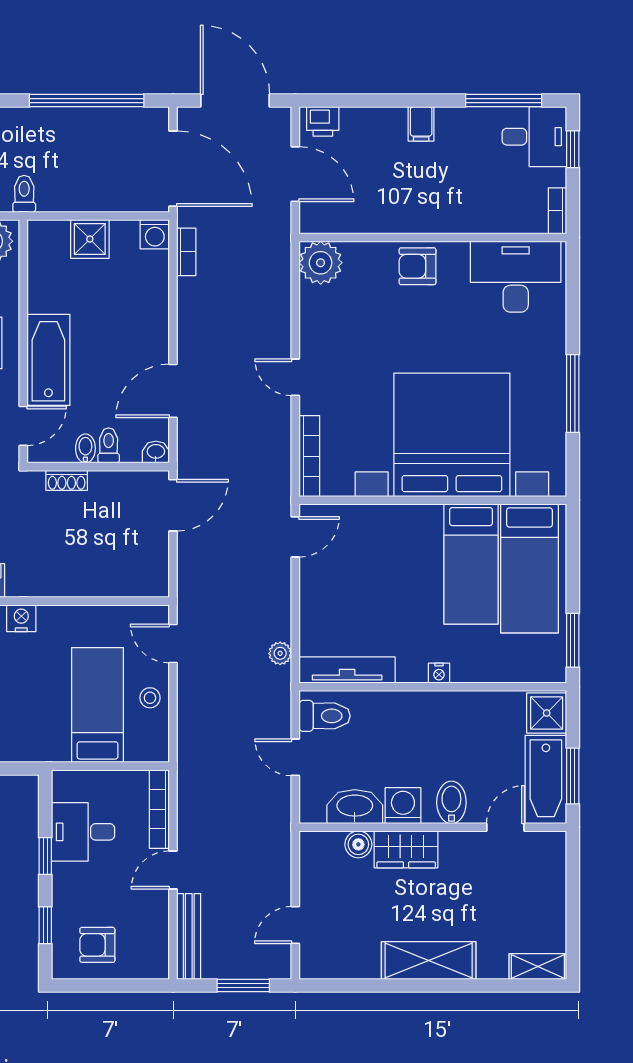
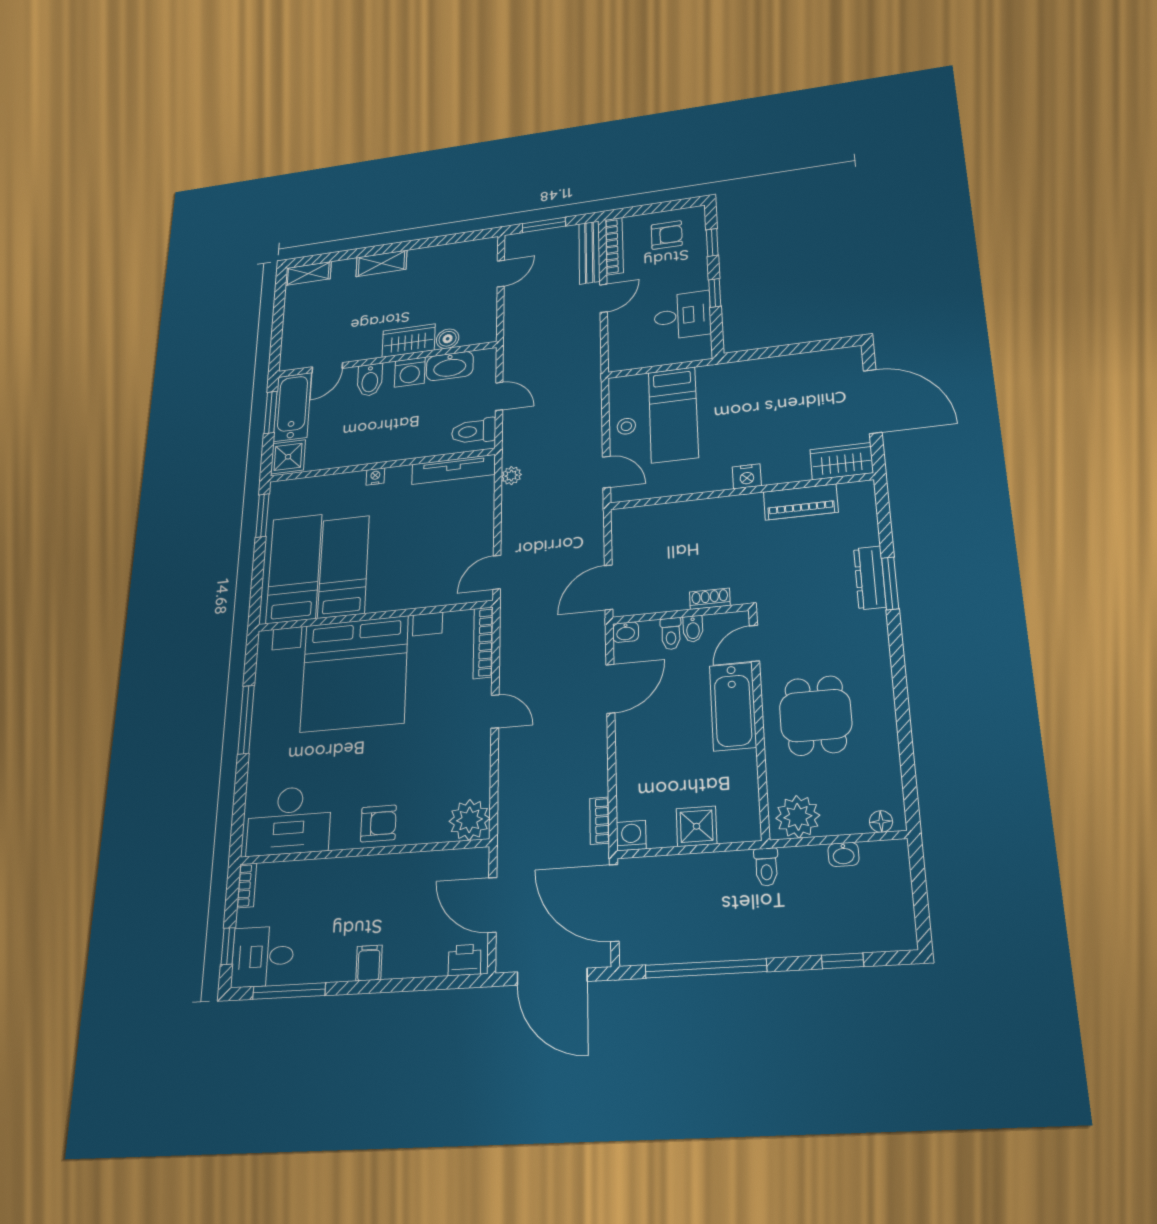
bookcase: (159, 809) -> (614, 246), moved
shelving: (429, 961) -> (381, 263), width x0.67, depth x0.75

